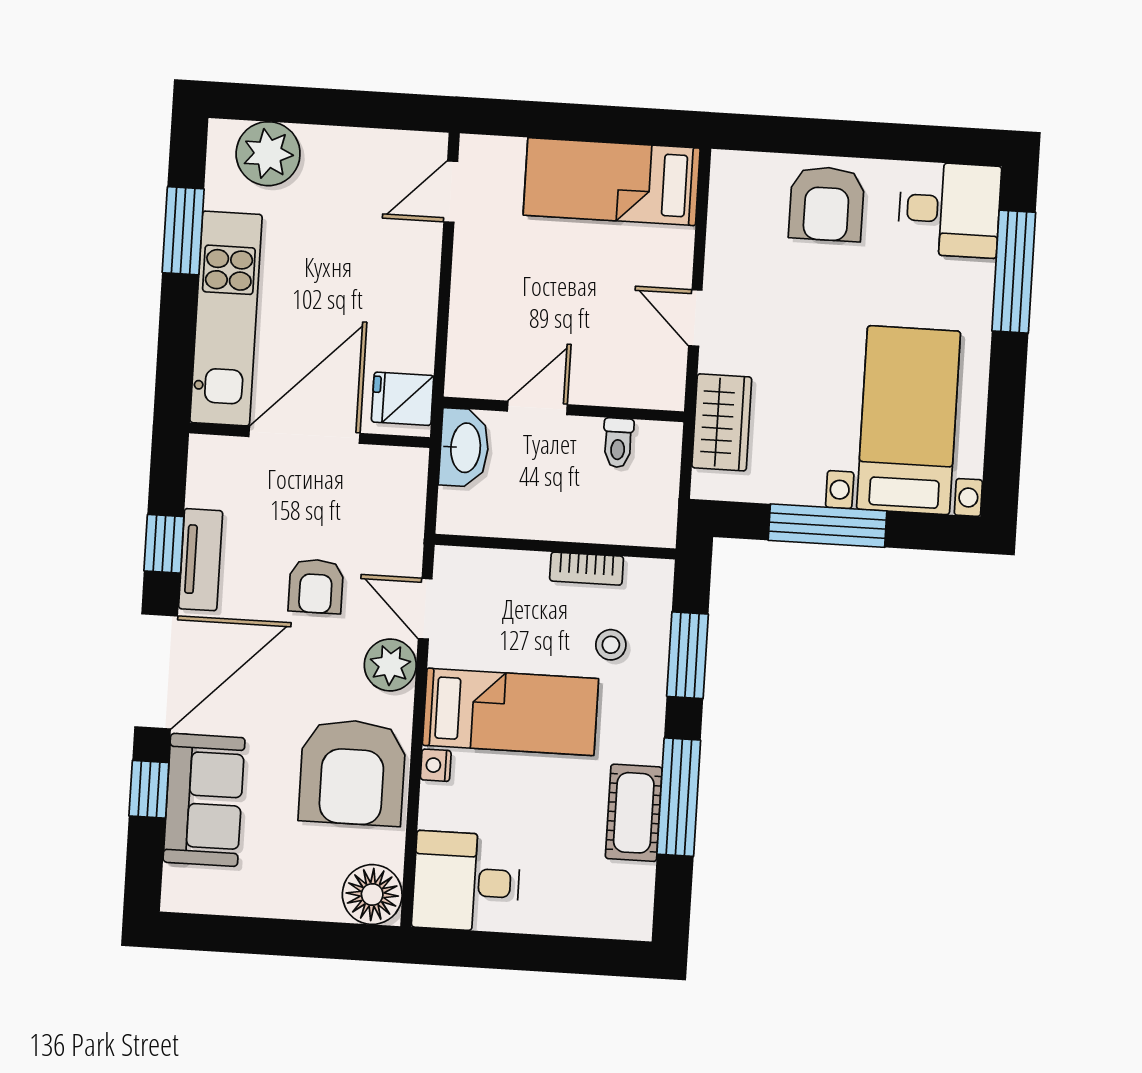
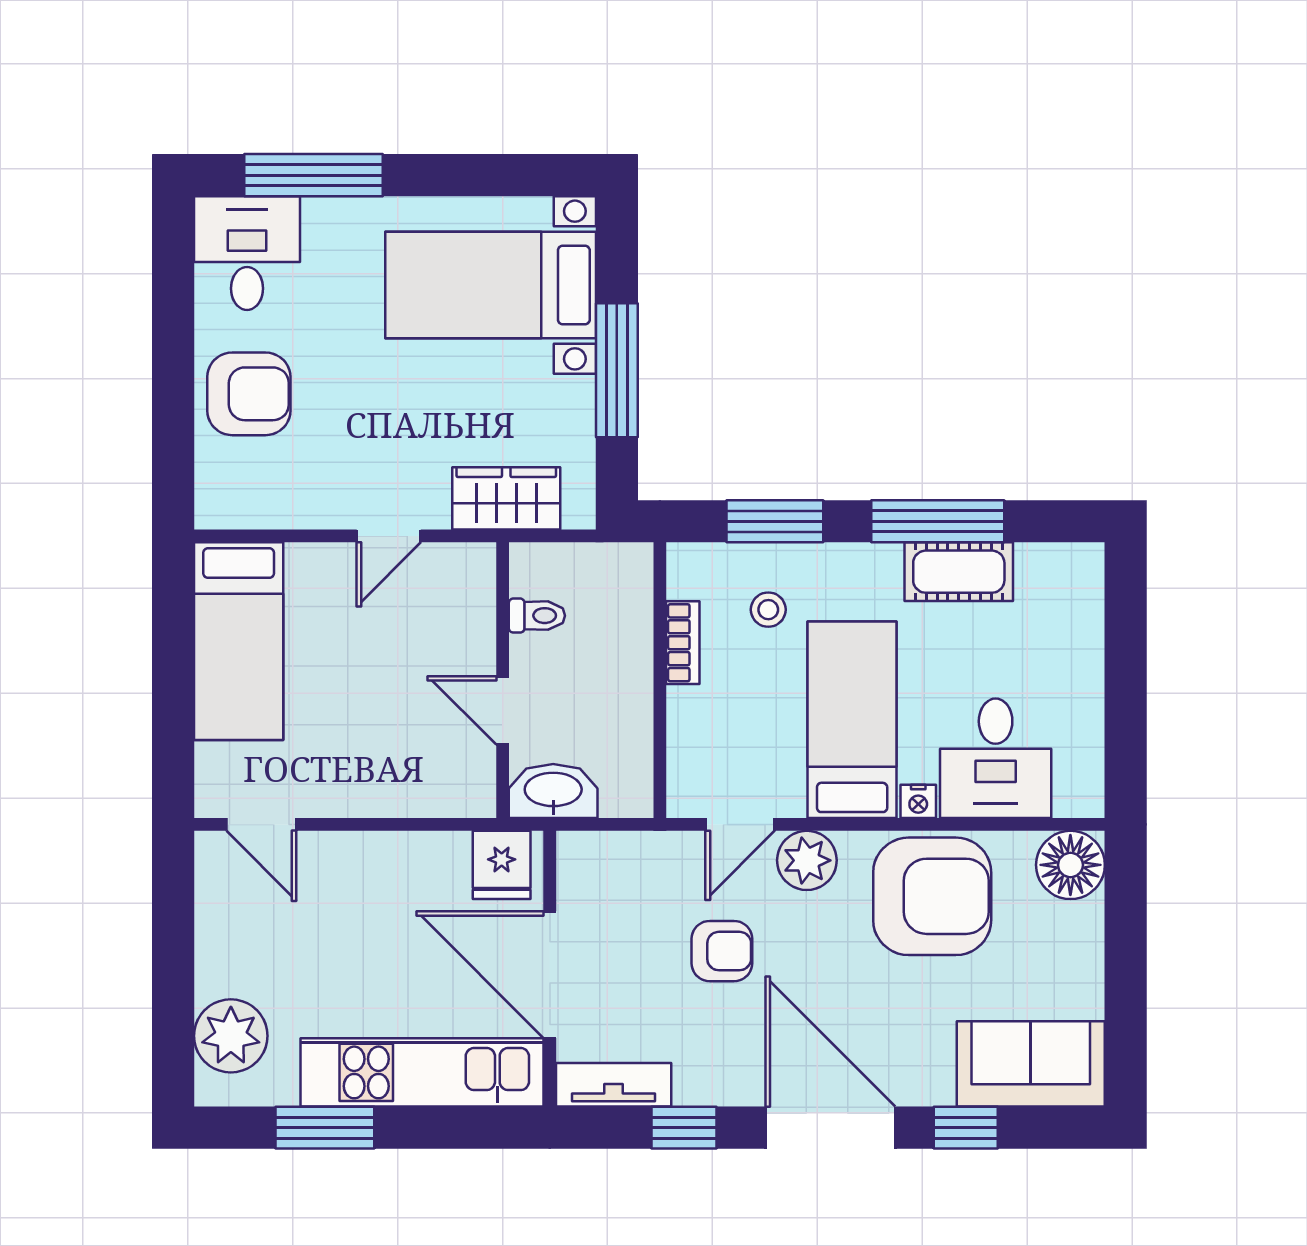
tv unit: (201, 560) -> (614, 1085), moved
sofa: (204, 800) -> (1031, 1064), moved
desk: (466, 882) -> (996, 758), moved

